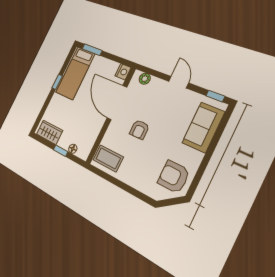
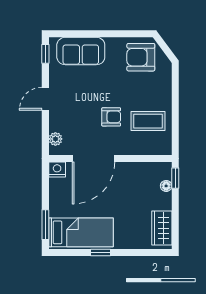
window: (61, 151) -> (175, 178), moved
coffee table: (108, 158) -> (148, 121), moved, turned 90
armchair: (174, 177) -> (141, 57), turned 90

